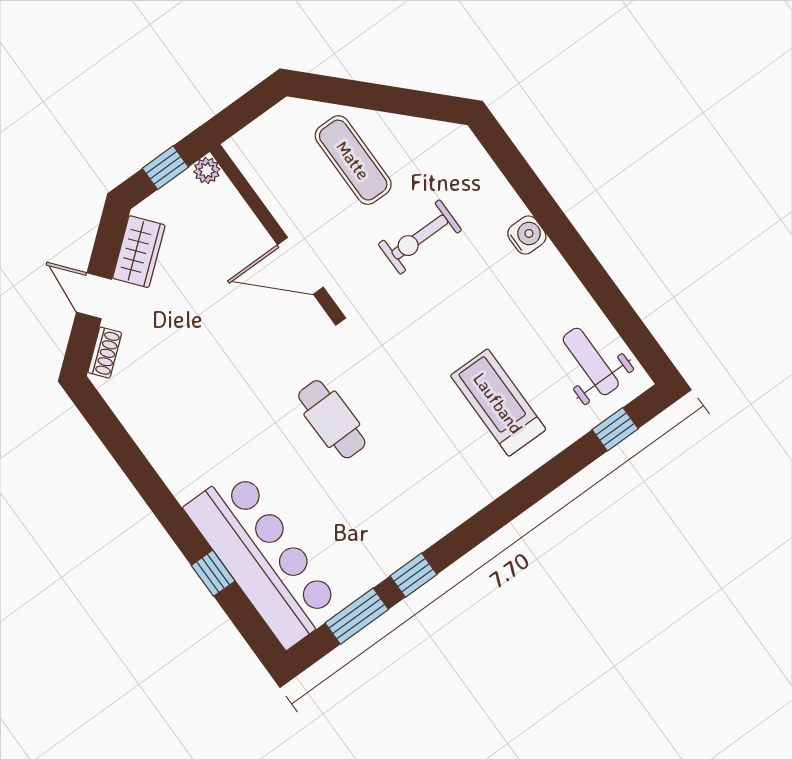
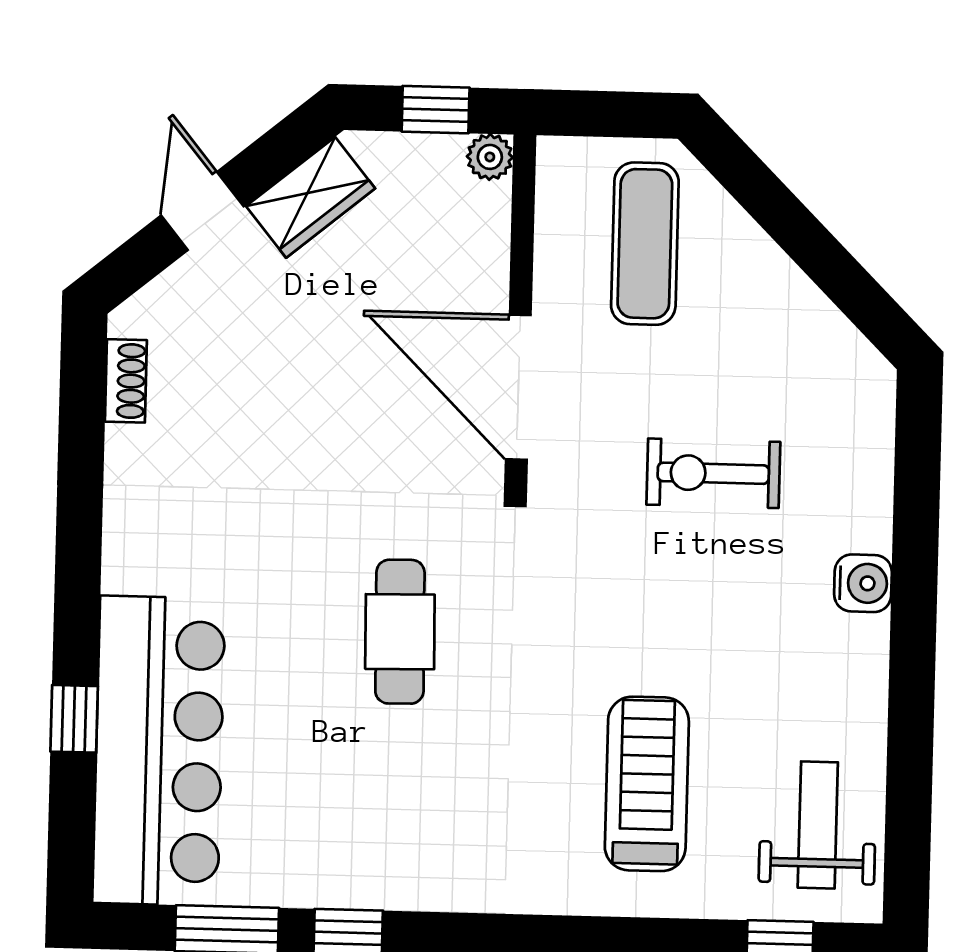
exercise mat: (353, 160) -> (645, 244), moved
door: (300, 266) -> (518, 387), width x1.36
shoe rack: (105, 353) -> (126, 381), moved, turned -51

